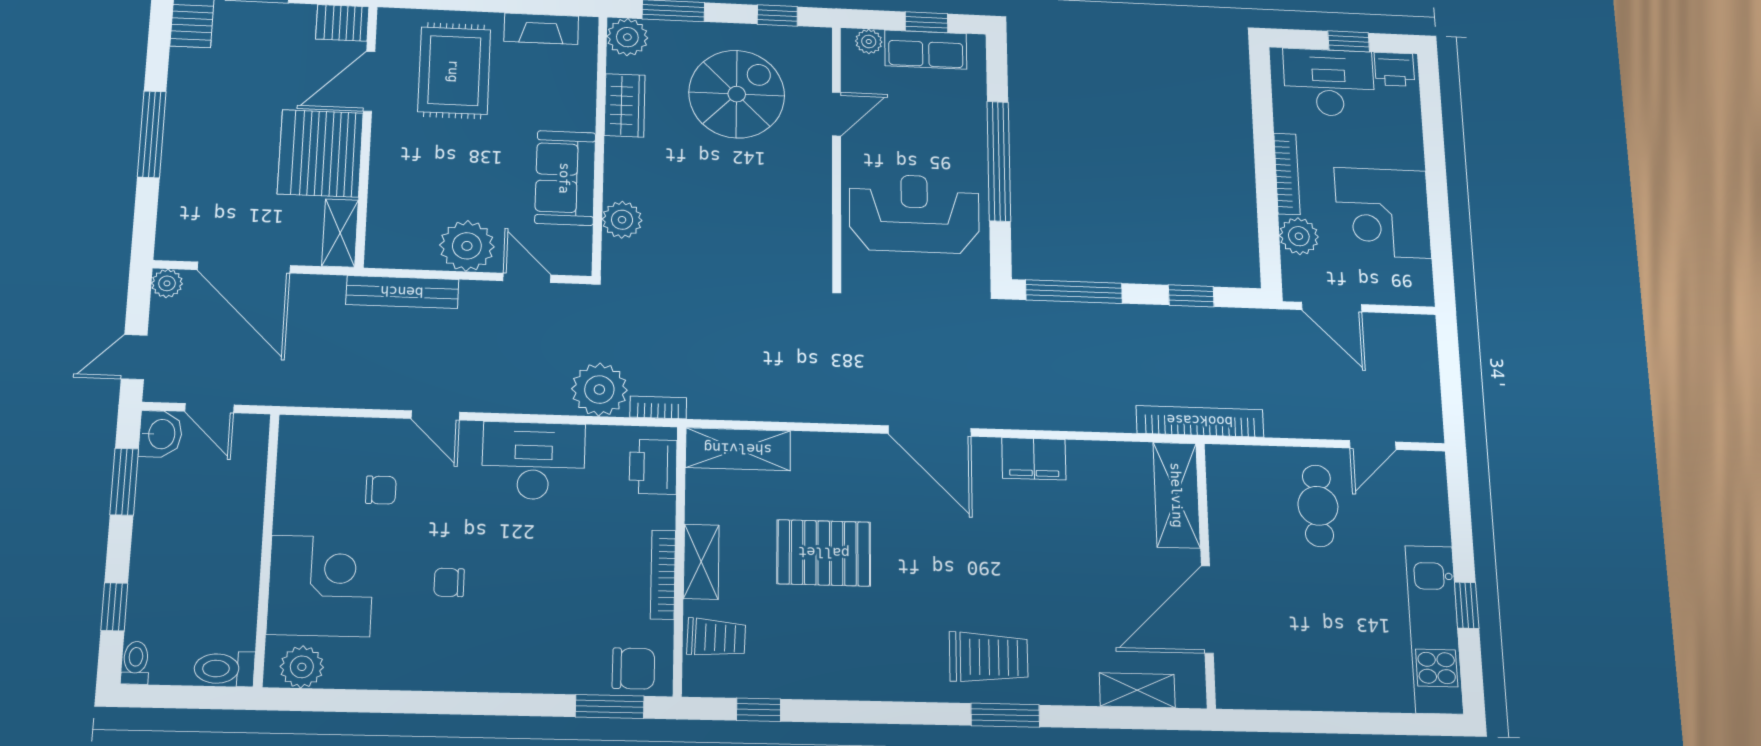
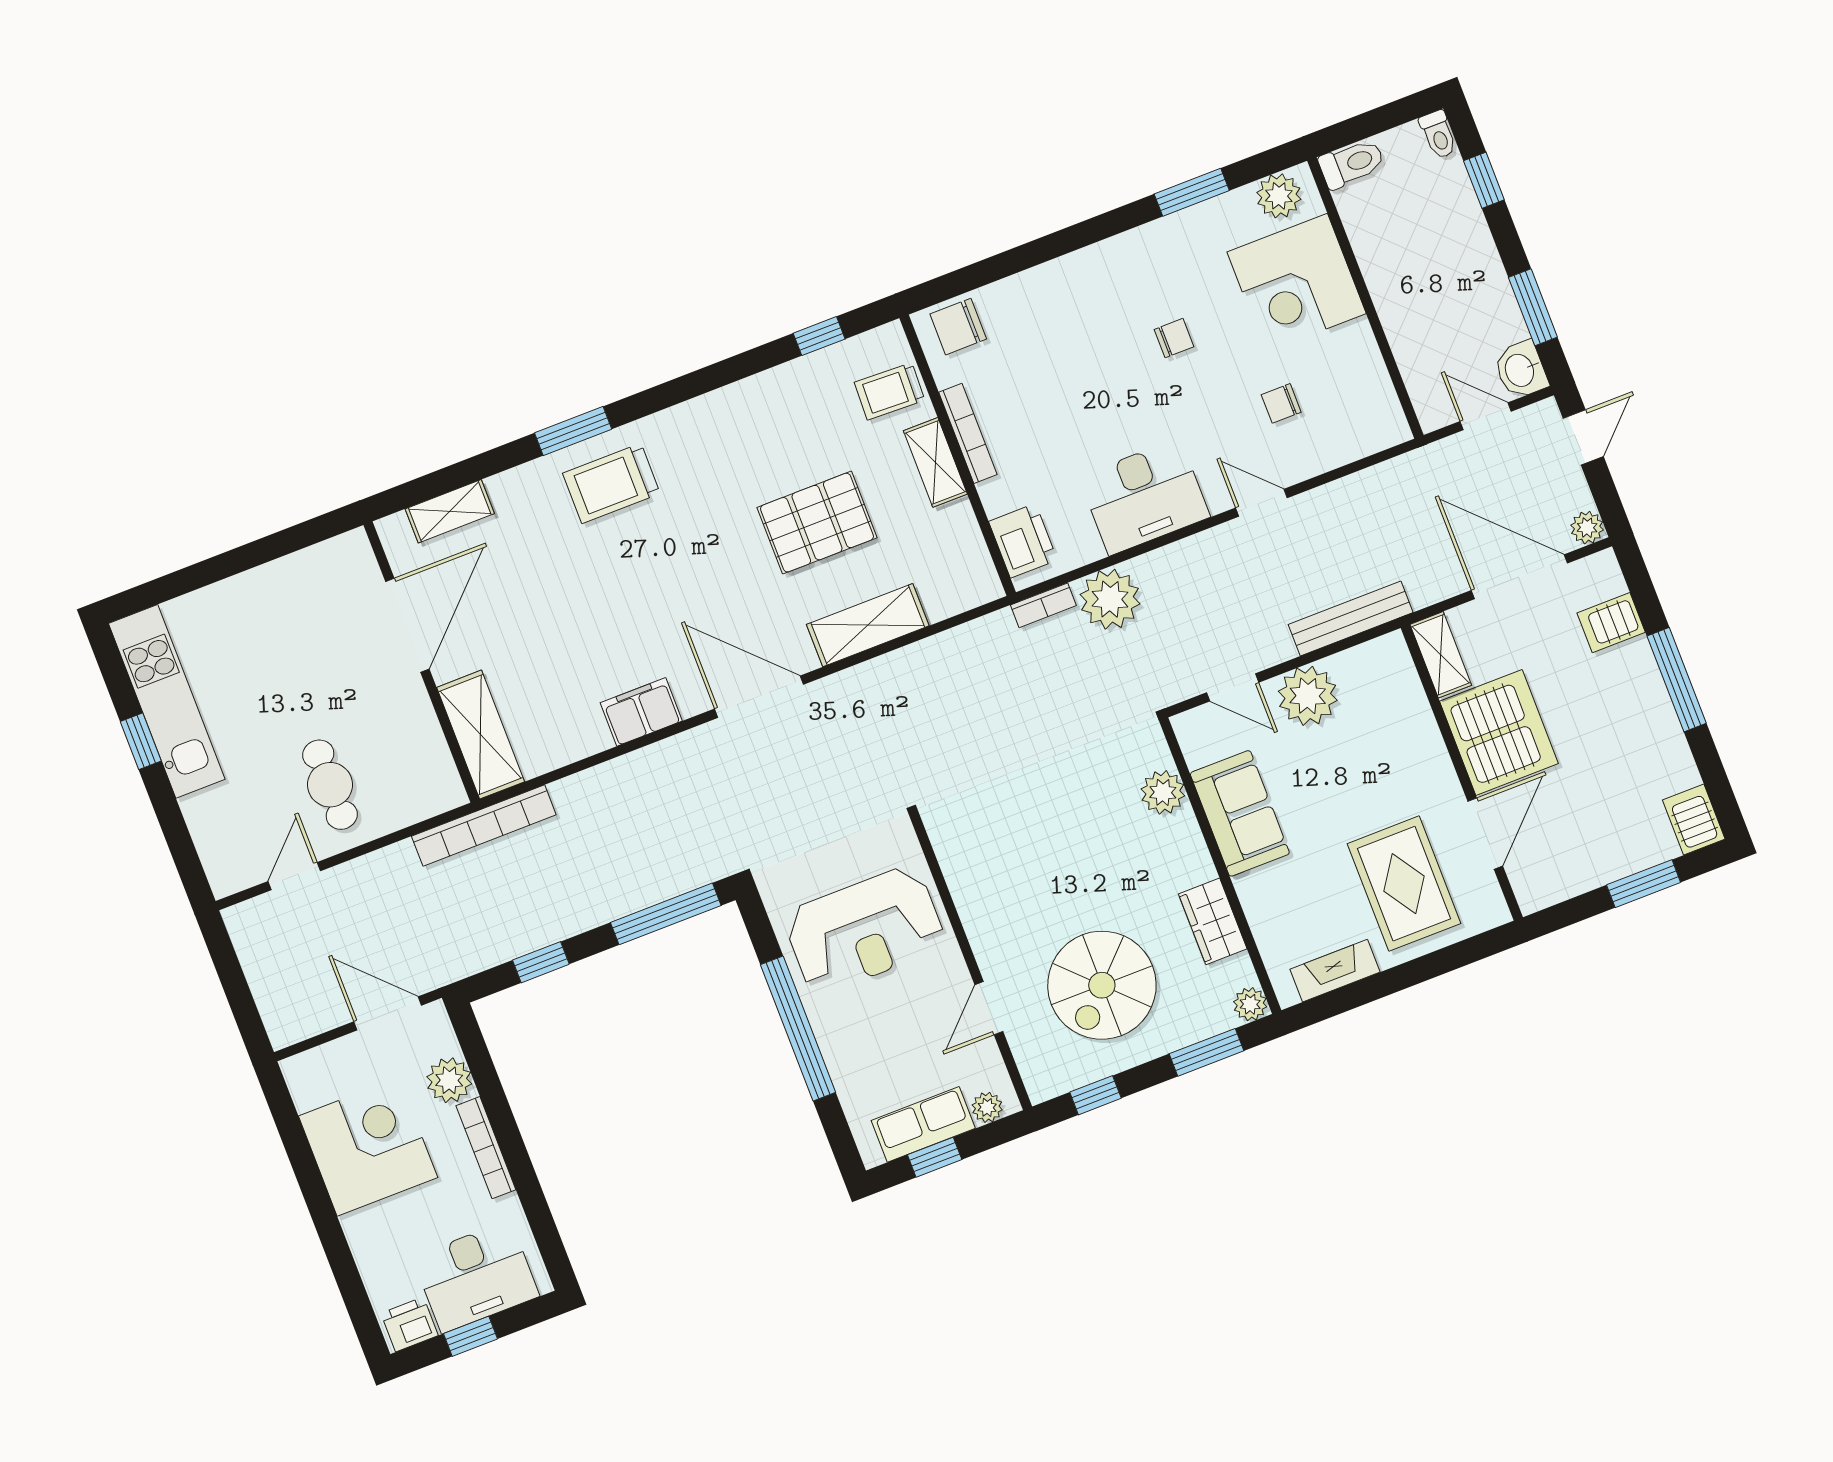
server rack: (342, 23) -> (1611, 623), moved, turned 180
plant: (627, 37) -> (1250, 1004), width x0.73, depth x0.73
shelving: (738, 449) -> (868, 625), moved
window: (610, 706) -> (1192, 192), moved

